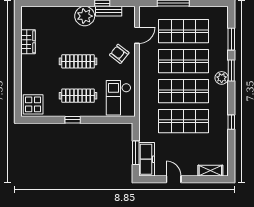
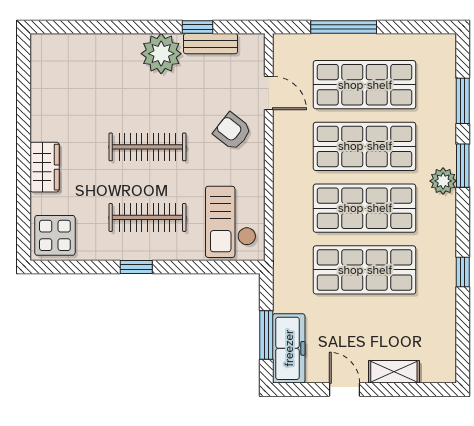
door: (137, 35) -> (269, 93), hinge flipped
wardrobe: (28, 42) -> (45, 167), moved
shelving: (210, 171) -> (394, 372), moved

